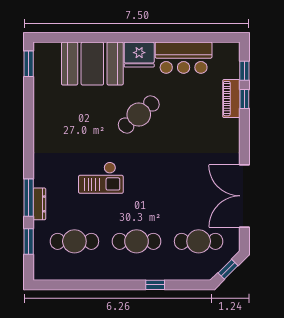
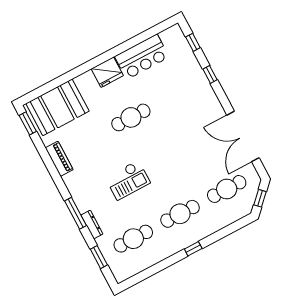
booth: (92, 64) -> (57, 107), moved
piano: (231, 99) -> (59, 159), moved, turned 180
window: (244, 99) -> (210, 74), moved
cafe table: (139, 115) -> (131, 117), turned 41
window: (29, 198) -> (76, 213), moved
window: (155, 285) -> (193, 249), moved

